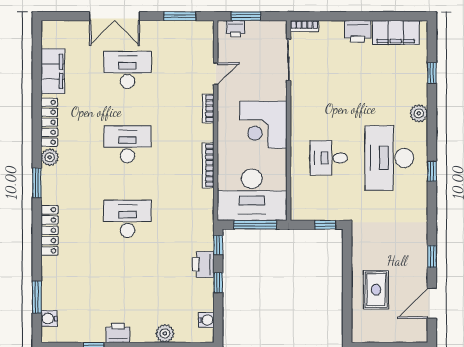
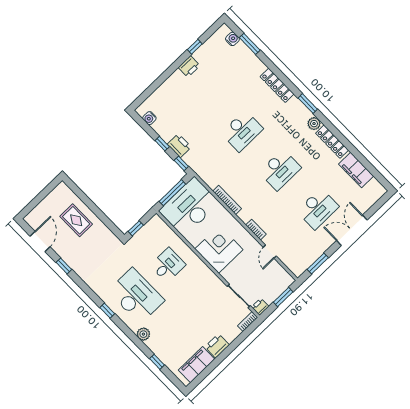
printer: (236, 29) -> (260, 307), moved
plant: (165, 333) -> (164, 90), removed

